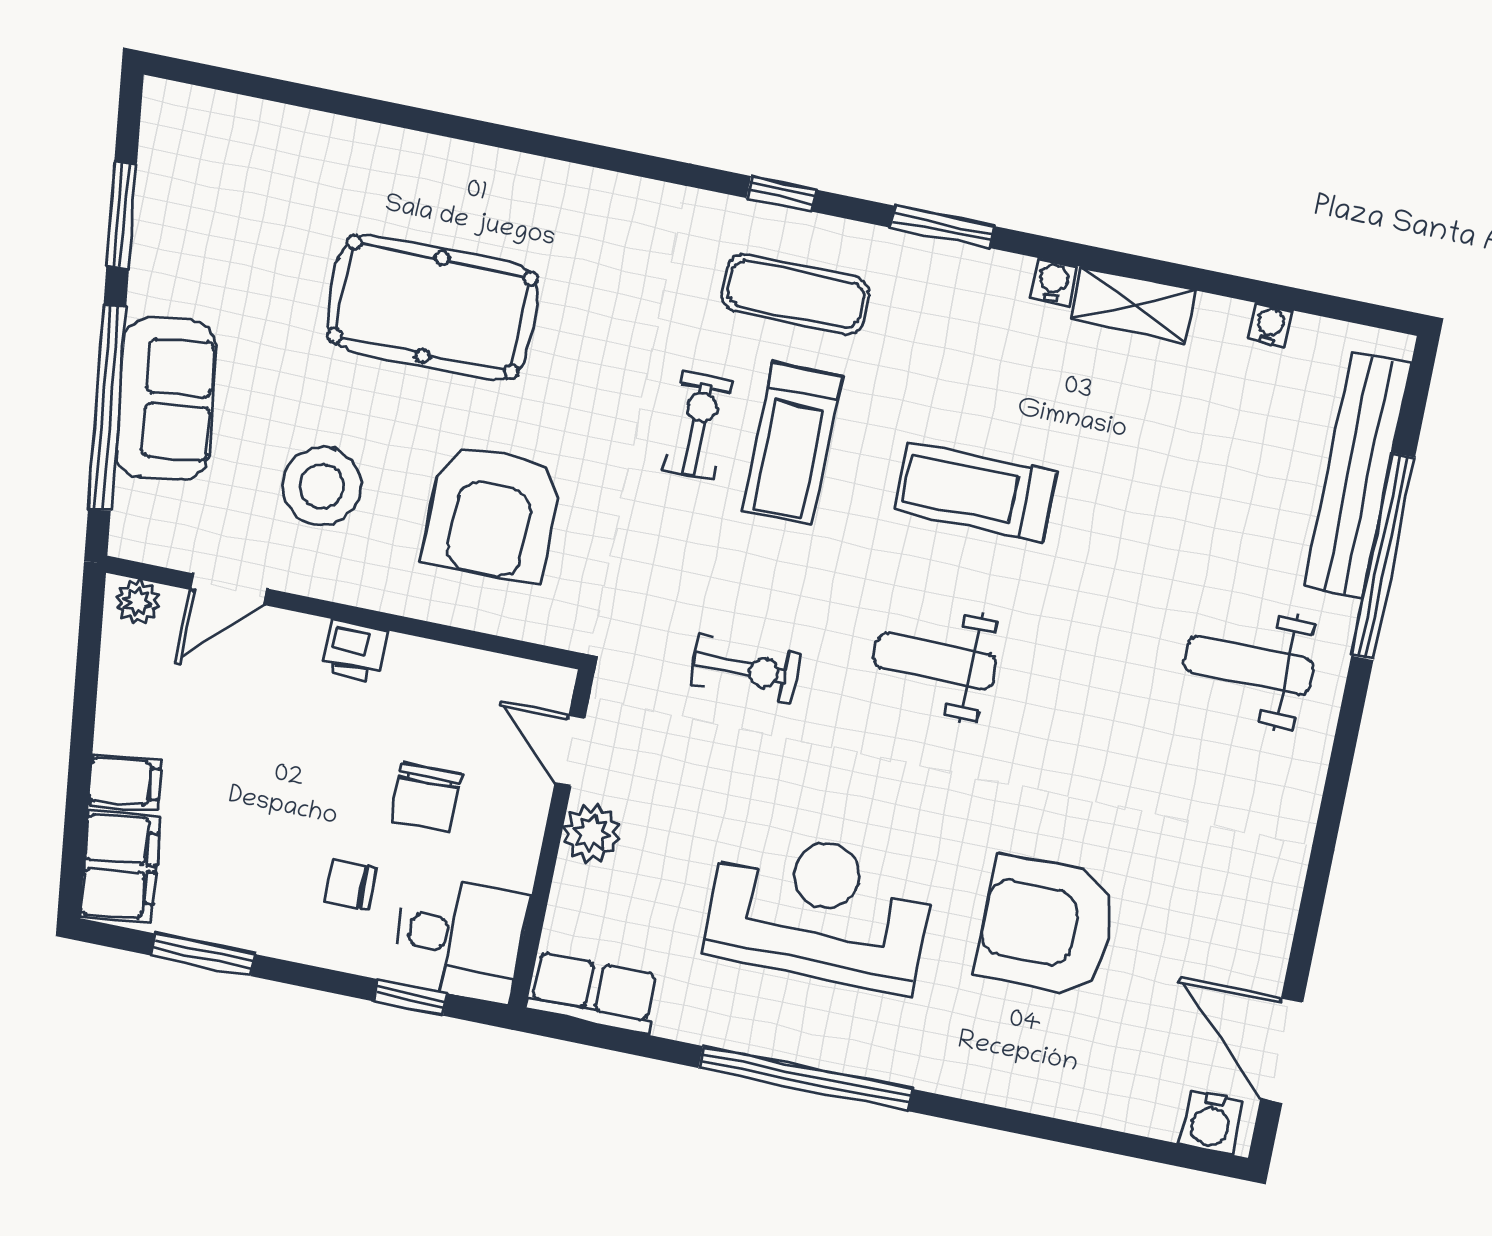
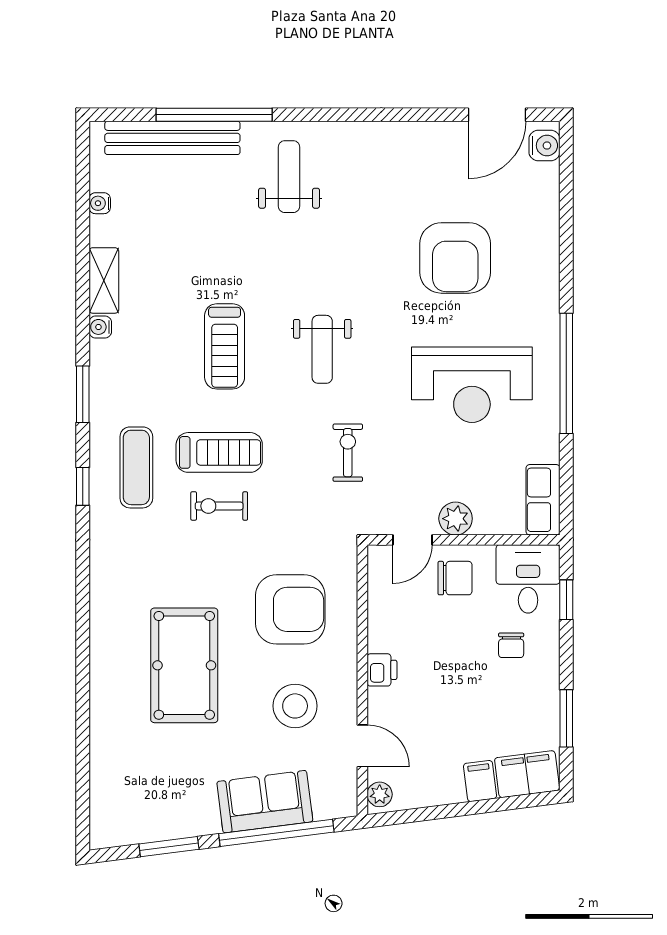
weight bench: (1248, 665) -> (289, 177), turned 180
chair: (426, 798) -> (455, 578), moved
reception desk: (820, 910) -> (472, 385), turned -90

